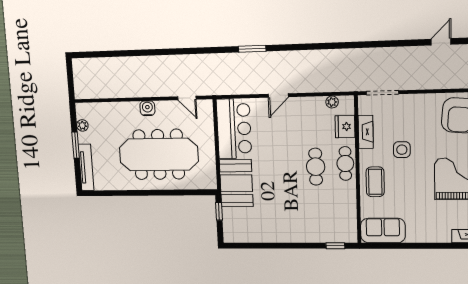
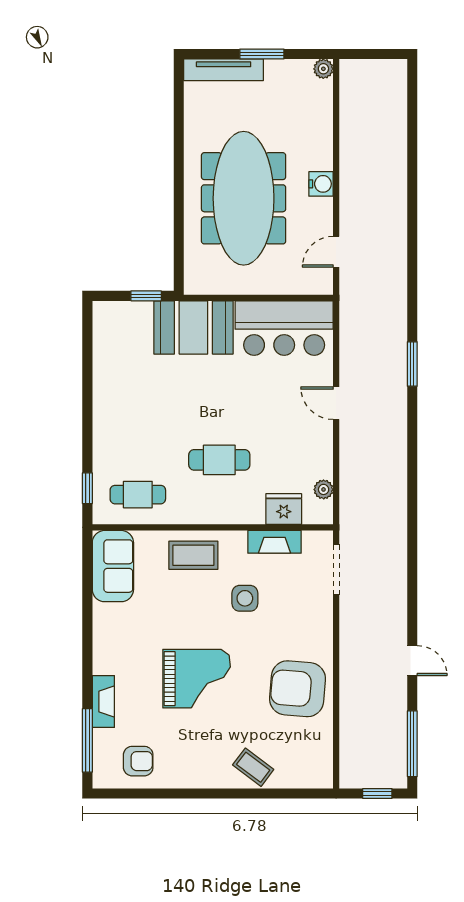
plant: (82, 125) -> (323, 69), moved
cafe table: (345, 164) -> (138, 495), moved

